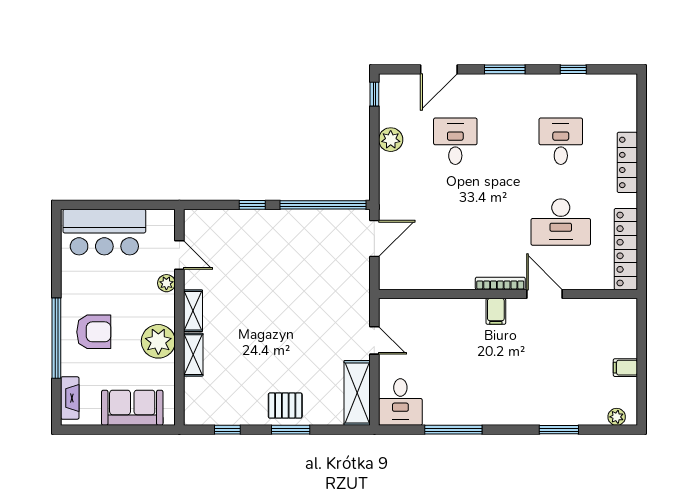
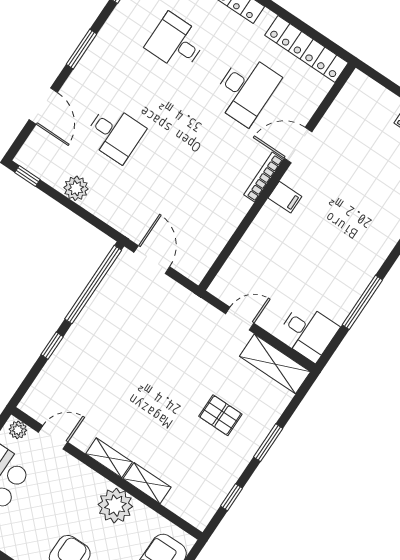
desk: (455, 141) -> (115, 134), turned 180
plant: (166, 283) -> (18, 430), moved
pallet: (285, 406) -> (220, 415), moved, turned 90

